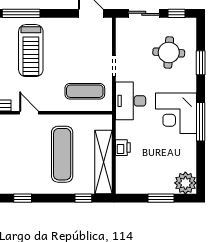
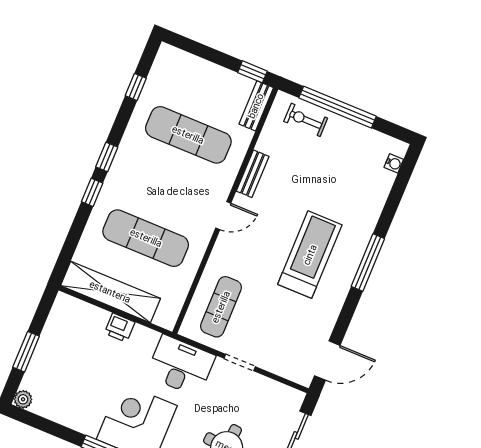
treadmill: (31, 51) -> (310, 255), turned 90
plant: (185, 183) -> (23, 399), width x0.53, depth x0.53
window: (83, 198) -> (92, 192), moved

